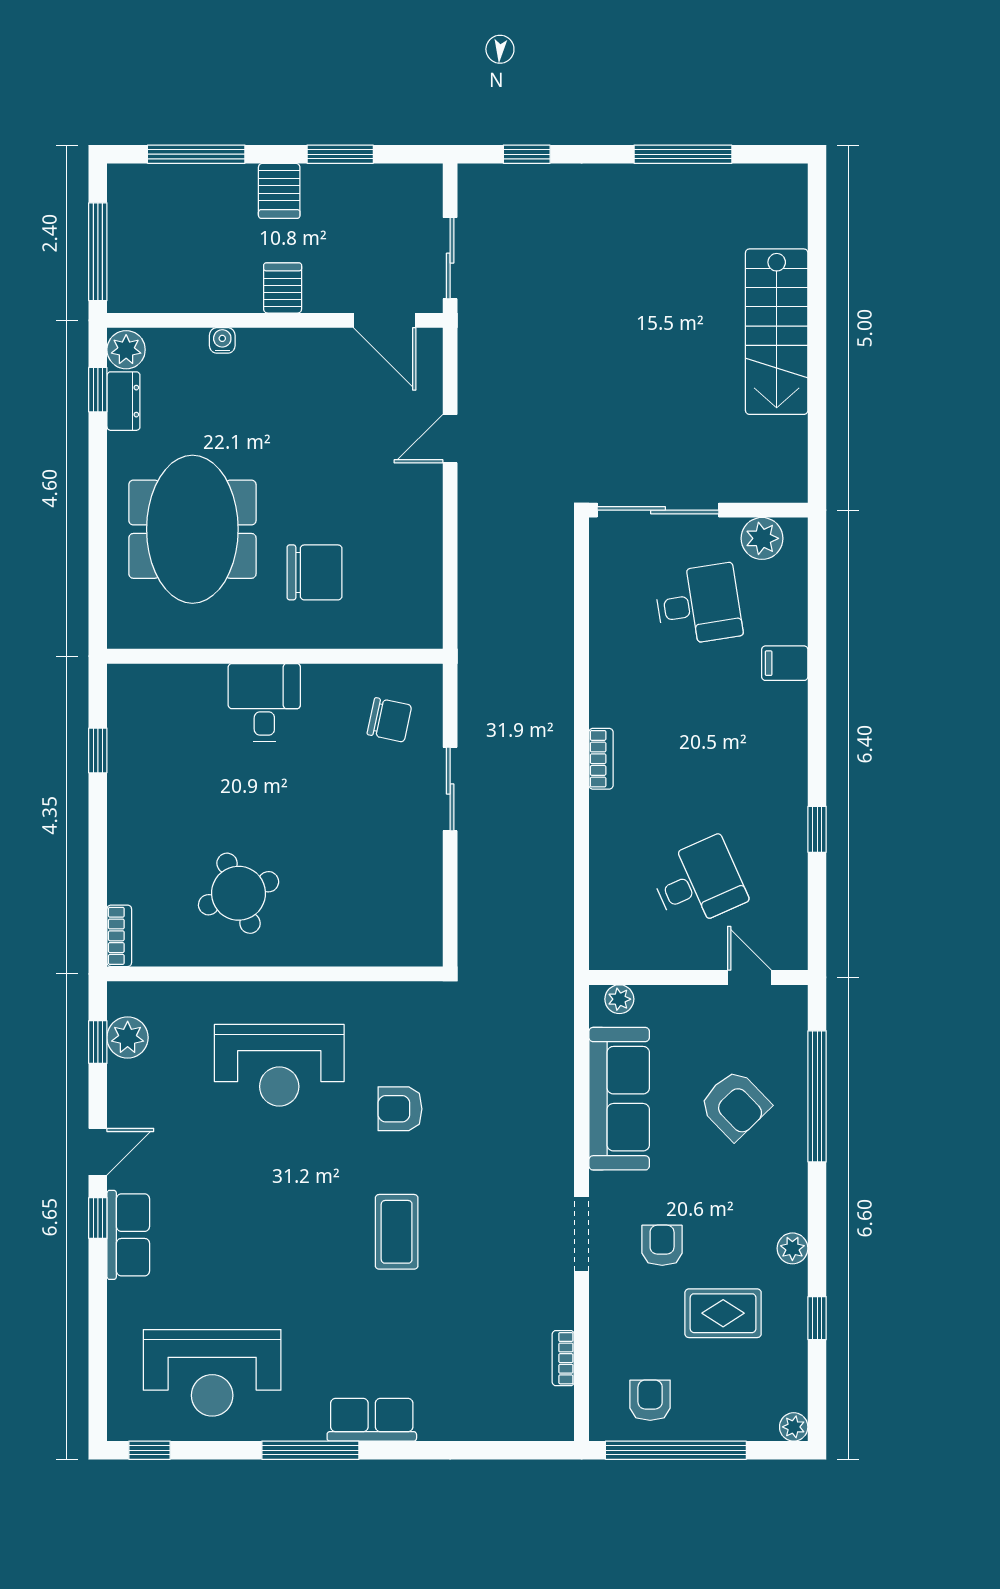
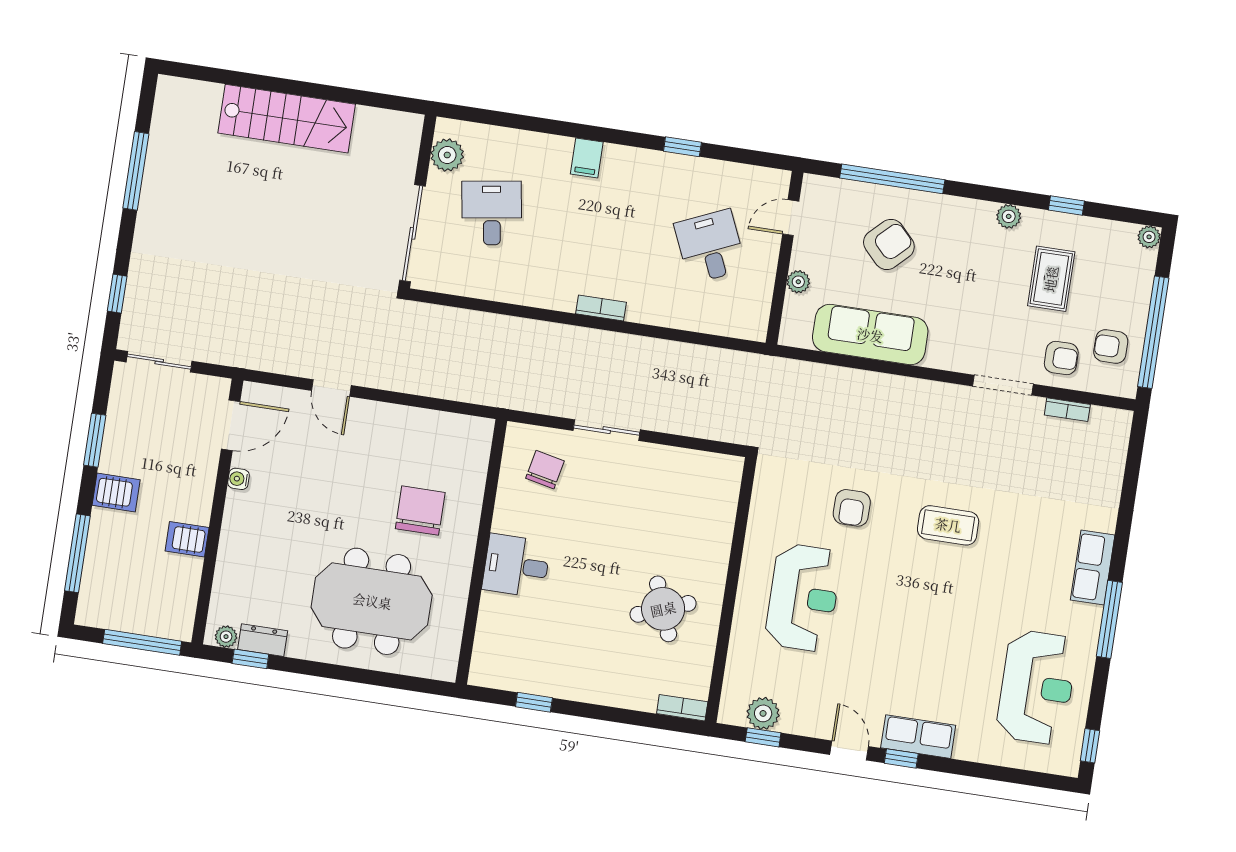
sliding door: (450, 258) -> (159, 362), moved
server rack: (283, 288) -> (187, 539), moved
water cooler: (222, 340) -> (238, 479), moved
plant: (126, 350) -> (226, 637), width x0.73, depth x0.73
filing cabinet: (785, 663) -> (587, 158), moved
plant: (619, 999) -> (798, 282), moved
doorway: (582, 1234) -> (1003, 385), moved
armchair: (662, 1245) -> (1061, 358), moved, turned 180

